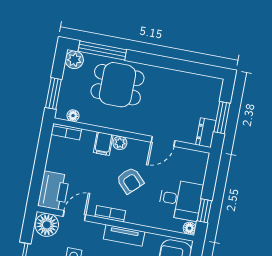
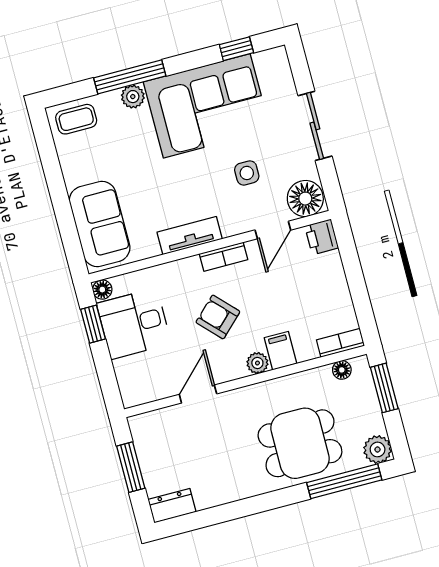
dresser: (206, 133) -> (172, 506), moved, turned -90
printer: (54, 191) -> (322, 237), width x0.53, depth x0.68

